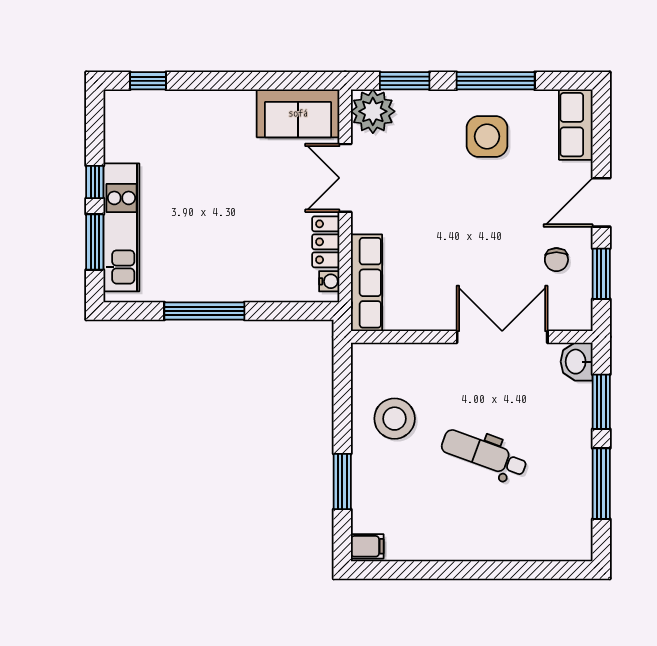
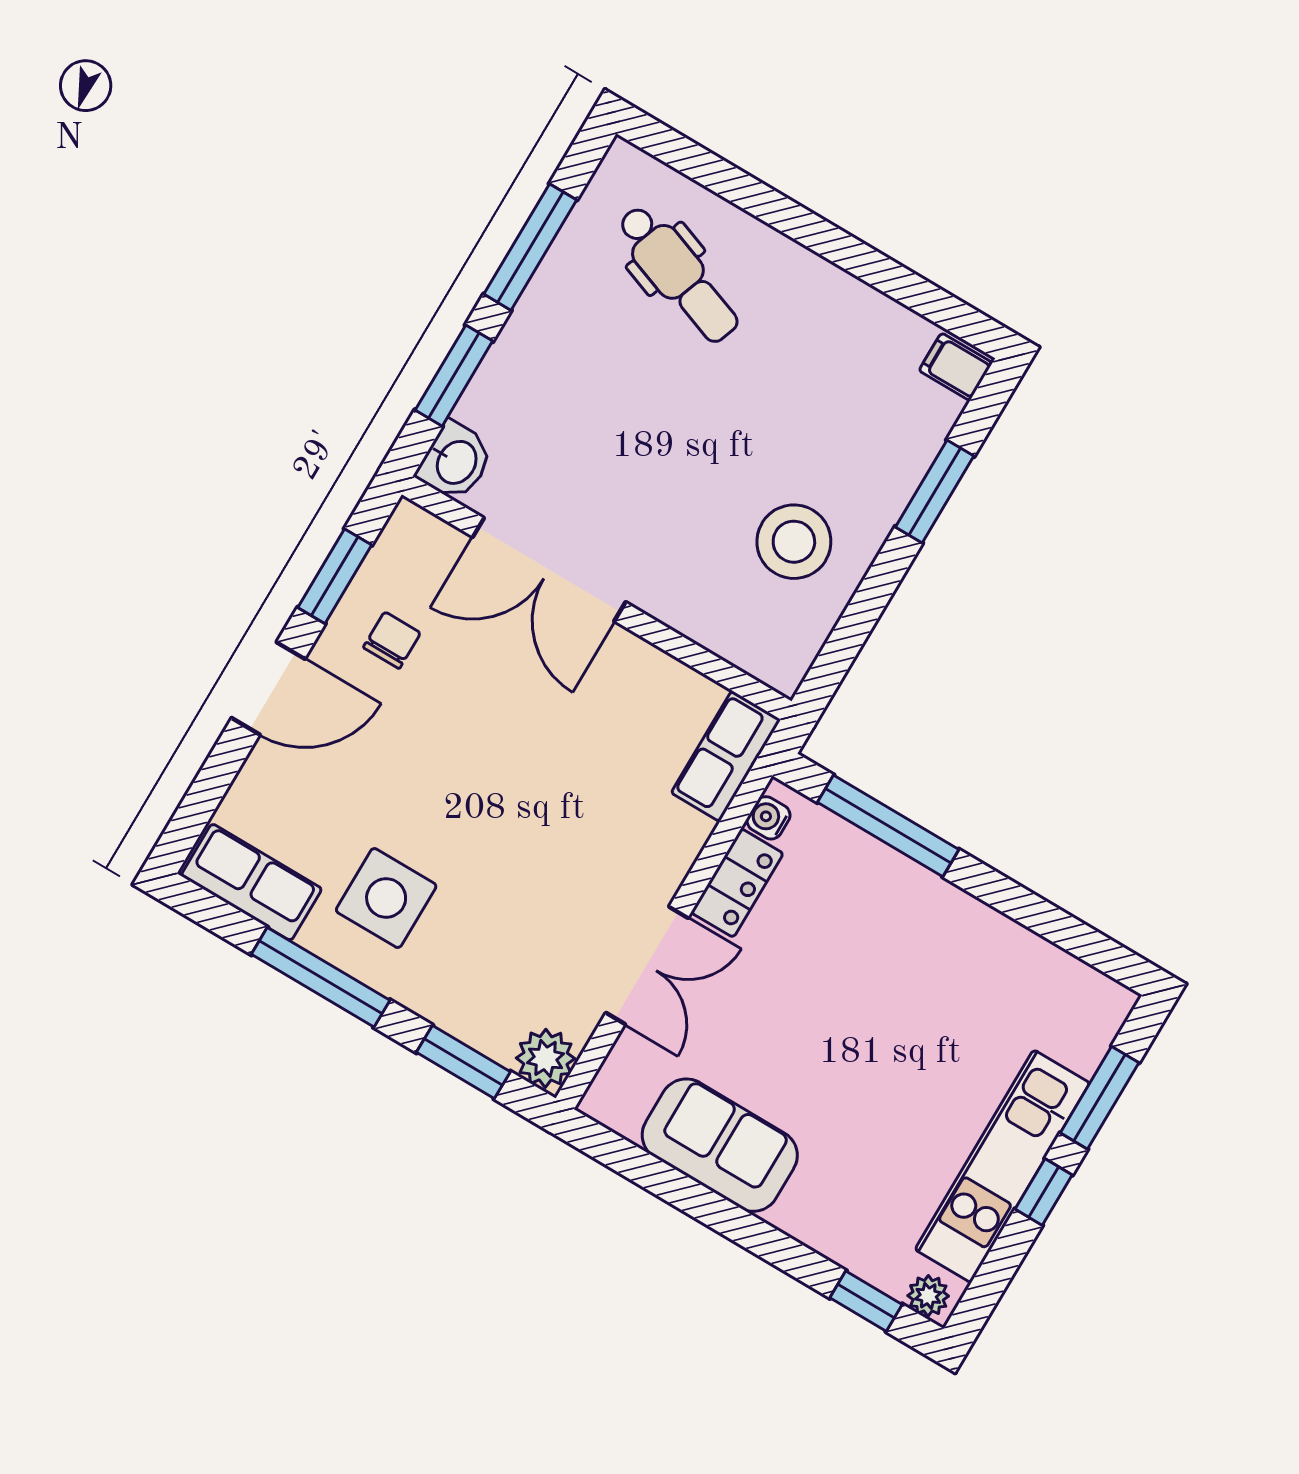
plant: (120, 101) -> (928, 1296), added
plant: (373, 111) -> (546, 1058), width x0.73, depth x0.73
sofa: (298, 113) -> (720, 1145), moved
row of seats: (576, 125) -> (251, 882), moved, turned -90
kitchen unit: (121, 227) -> (1002, 1166), moved
row of seats: (367, 283) -> (726, 756), width x0.68
window: (204, 311) -> (888, 826), moved
dental chair: (484, 454) -> (678, 274), moved

